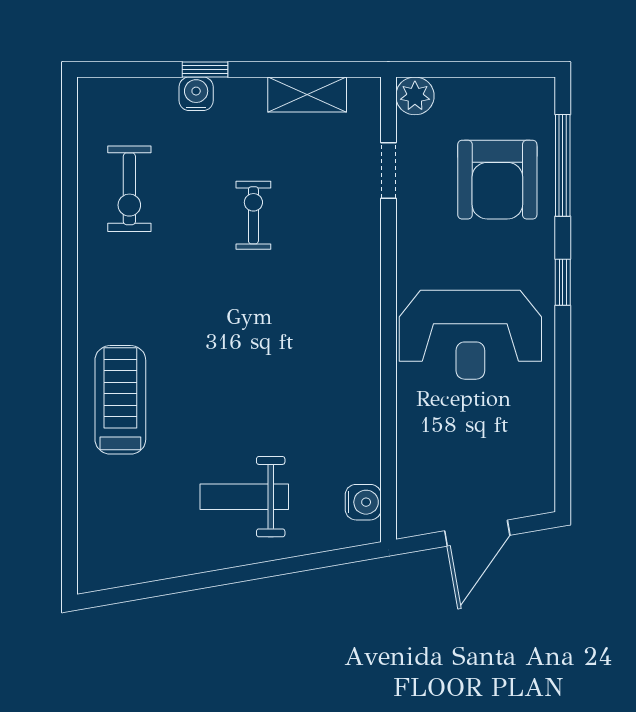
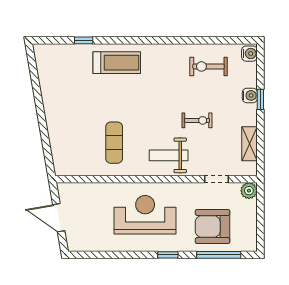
reception desk: (470, 335) -> (145, 215), turned 90
exercise mat: (304, 406) -> (114, 143), added
window: (69, 476) -> (84, 40), added
weight bench: (244, 497) -> (169, 155), moved, turned -90
water cooler: (363, 502) -> (249, 54), moved, turned -90

